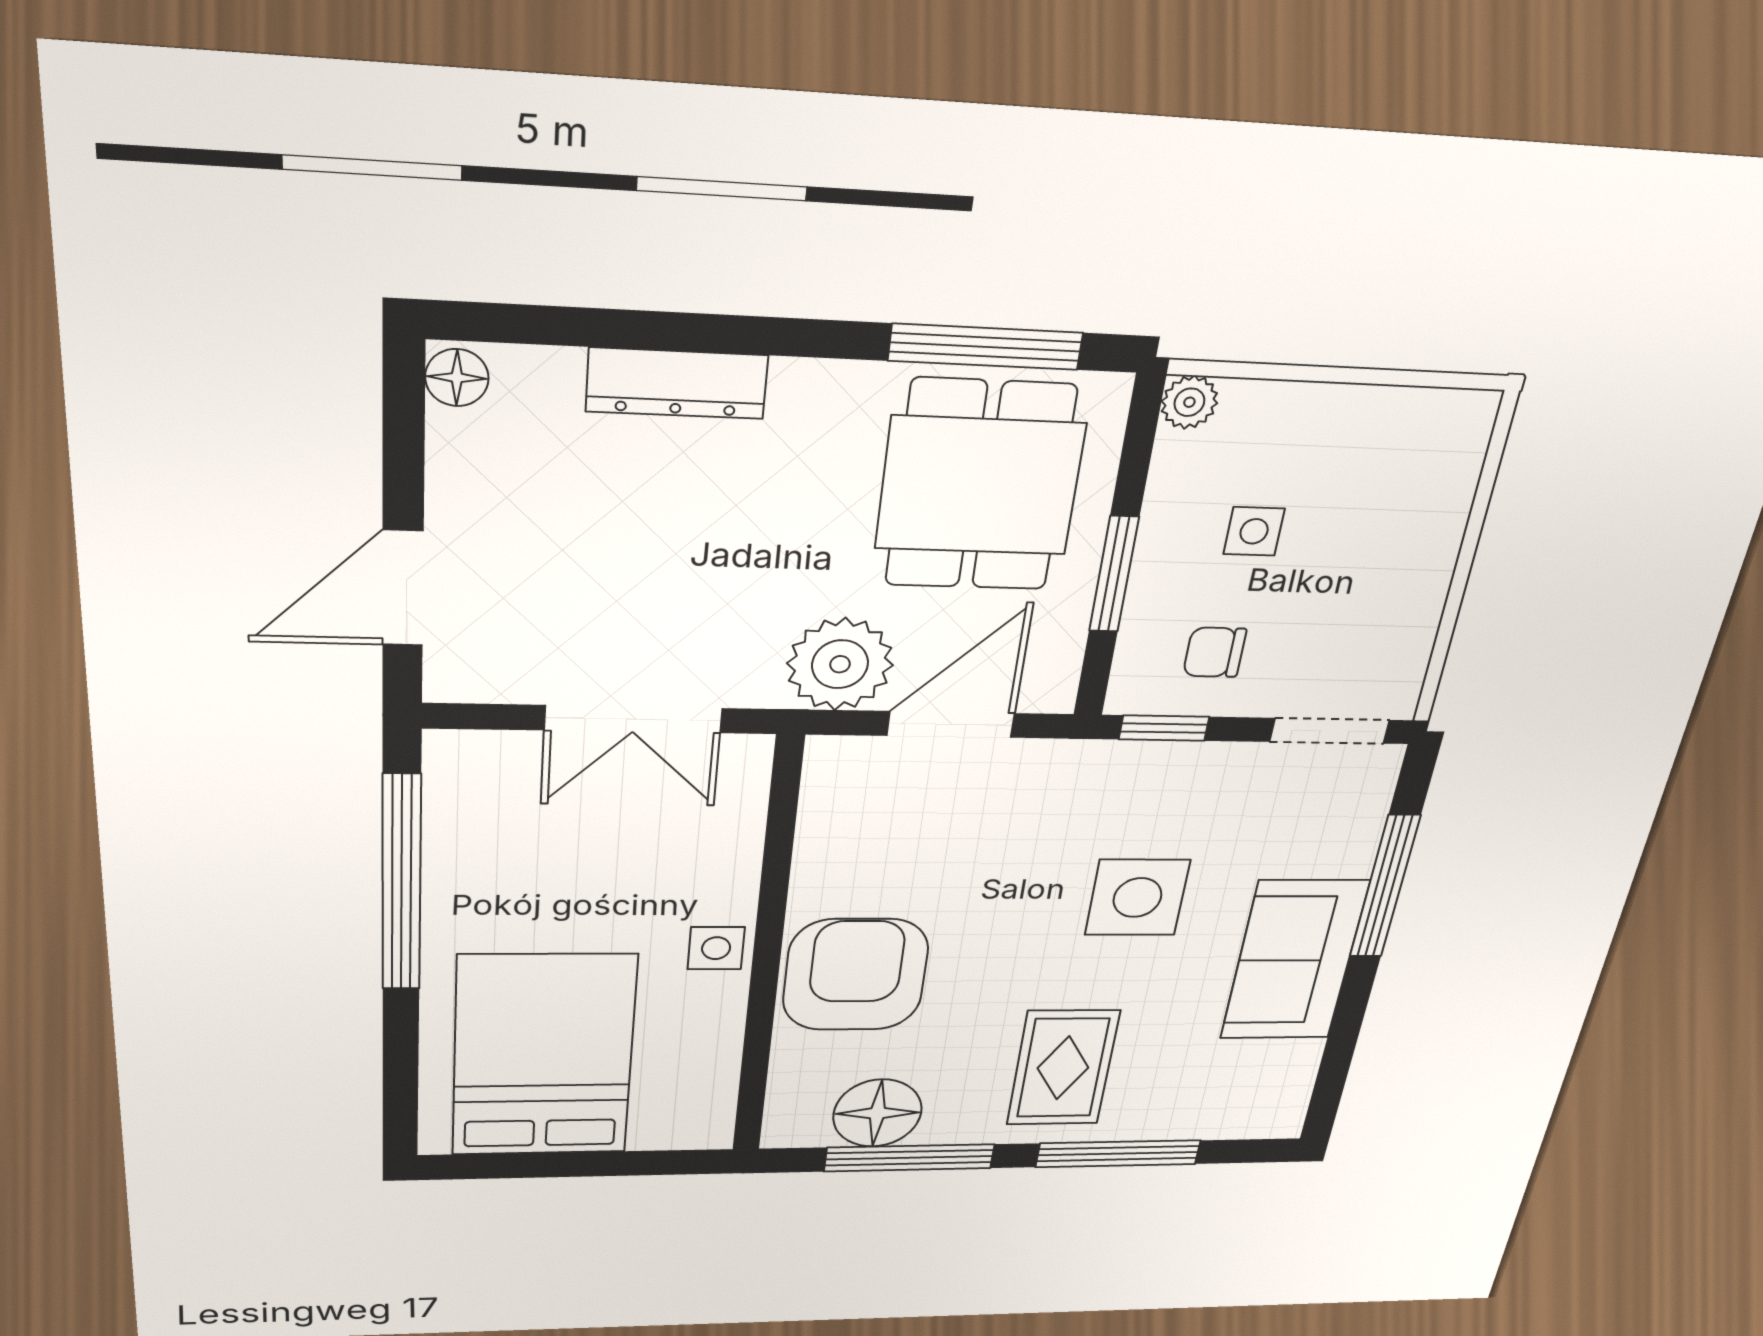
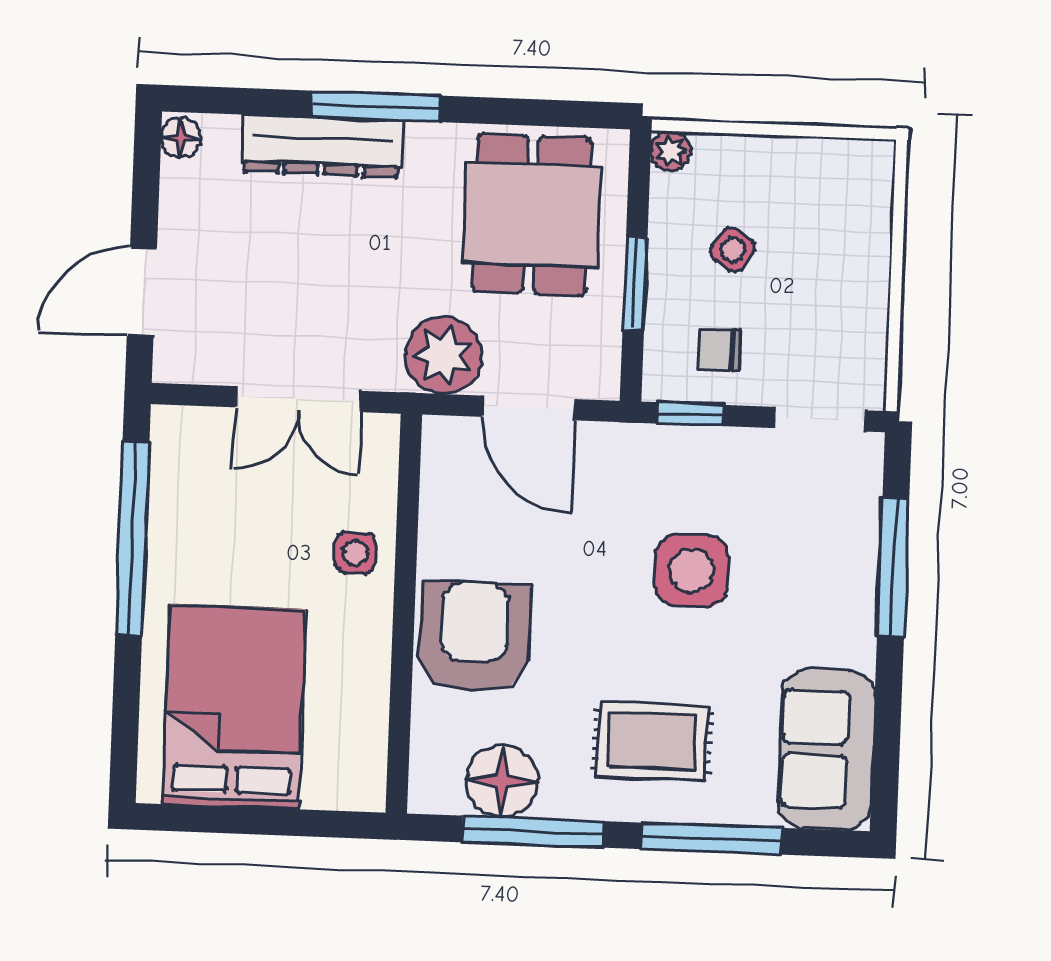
window: (986, 347) -> (376, 106), moved
dresser: (677, 383) -> (322, 146), width x1.37, depth x1.24
side table: (1254, 531) -> (733, 250), turned 33
door: (951, 724) -> (529, 408), swing flipped
side table: (716, 948) -> (355, 553), moved
sofa: (1294, 960) -> (826, 750), moved
rug: (1063, 1068) -> (652, 741), turned 90

